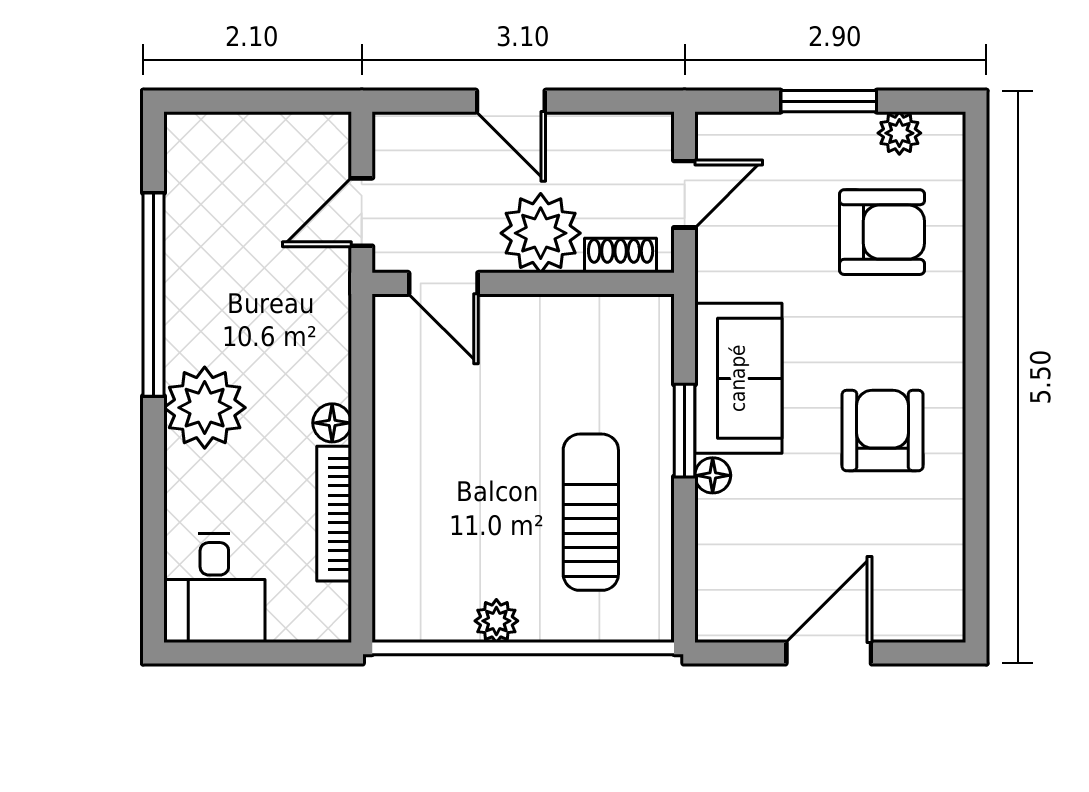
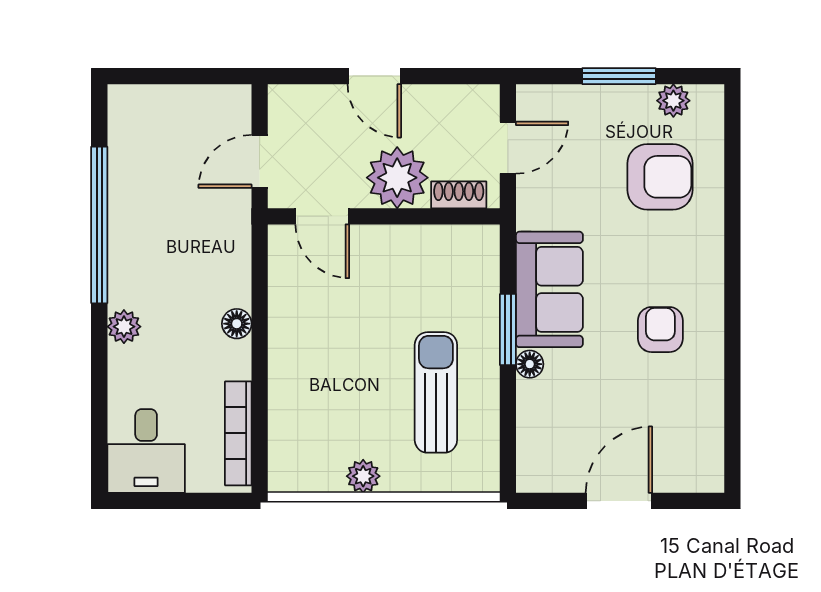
plant: (205, 408) -> (124, 327), width x0.53, depth x0.53
armchair: (883, 431) -> (660, 330), width x0.72, depth x0.72
bookcase: (334, 514) -> (238, 433), moved

